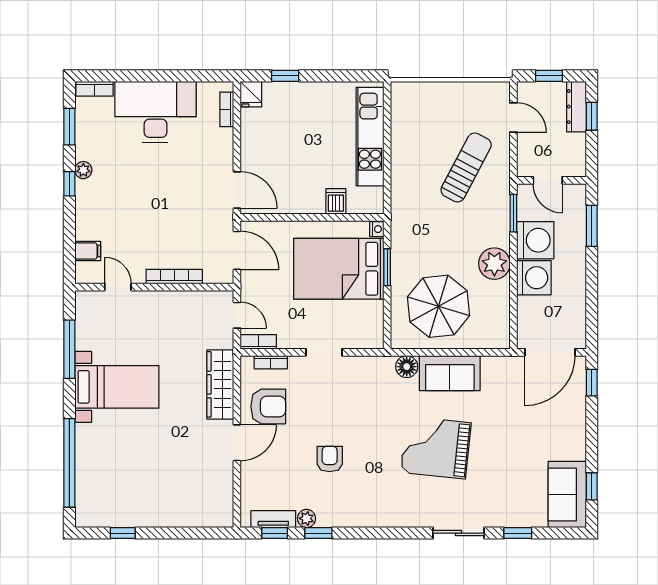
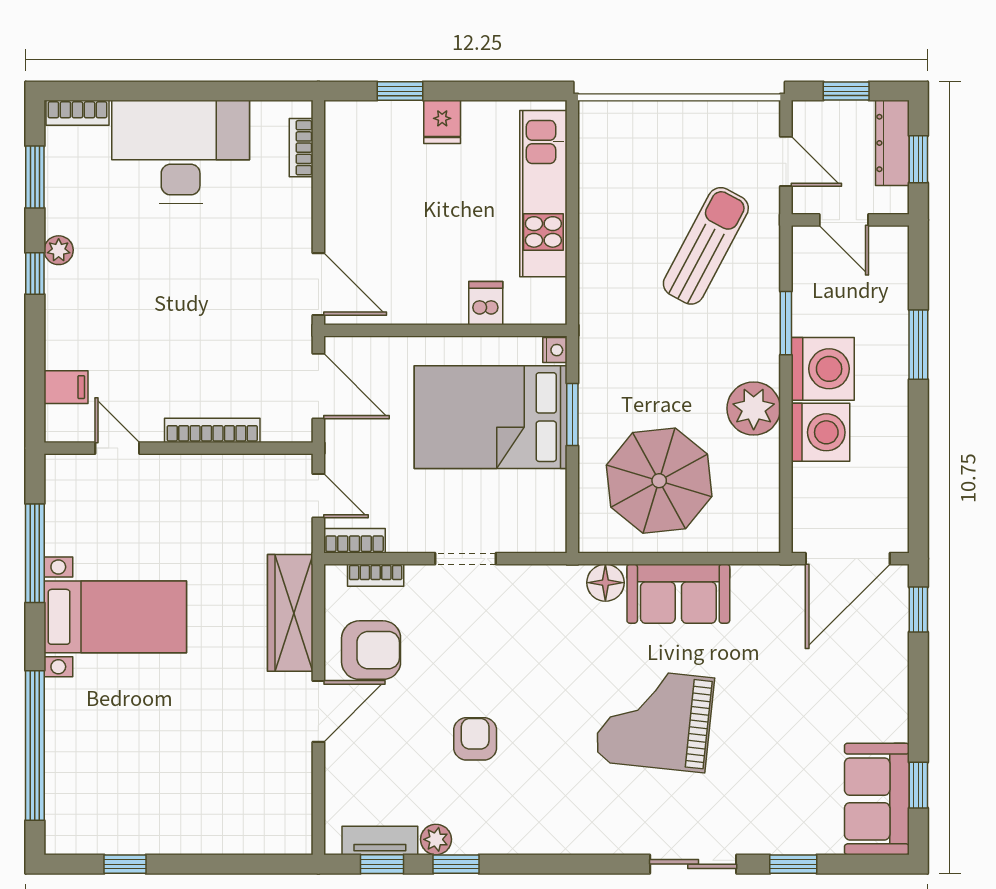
fridge: (251, 94) -> (442, 122), moved
door: (548, 180) -> (844, 220), moved
wall: (551, 180) -> (850, 220), moved

